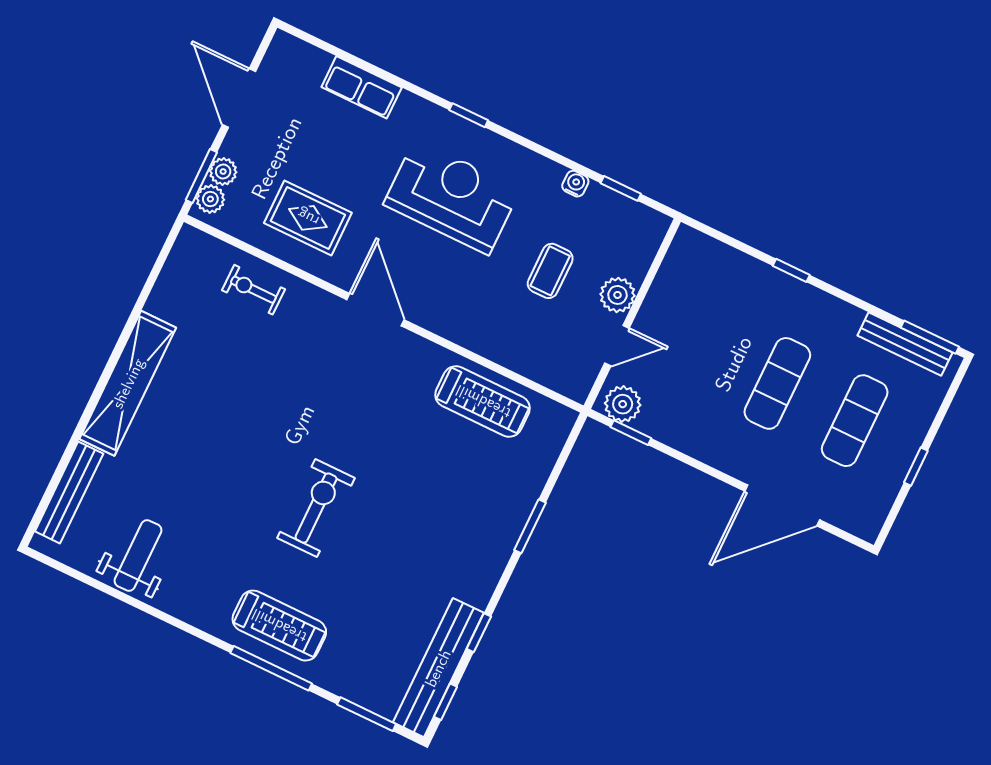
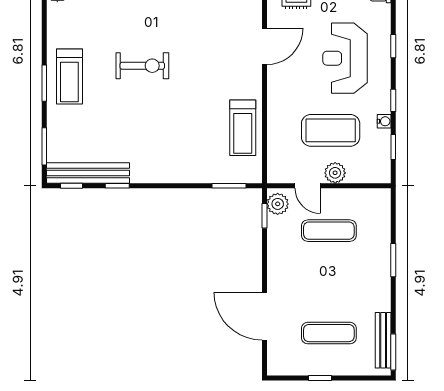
window: (550, 154) -> (393, 100), added
reception desk: (452, 197) -> (345, 58), turned 180
window: (791, 270) -> (393, 260), width x1.50
coffee table: (550, 271) -> (331, 130), width x1.86, depth x1.72
exercise mat: (777, 383) -> (329, 231), moved
window: (530, 526) -> (229, 186), moved
window: (271, 668) -> (44, 83), width x0.69

